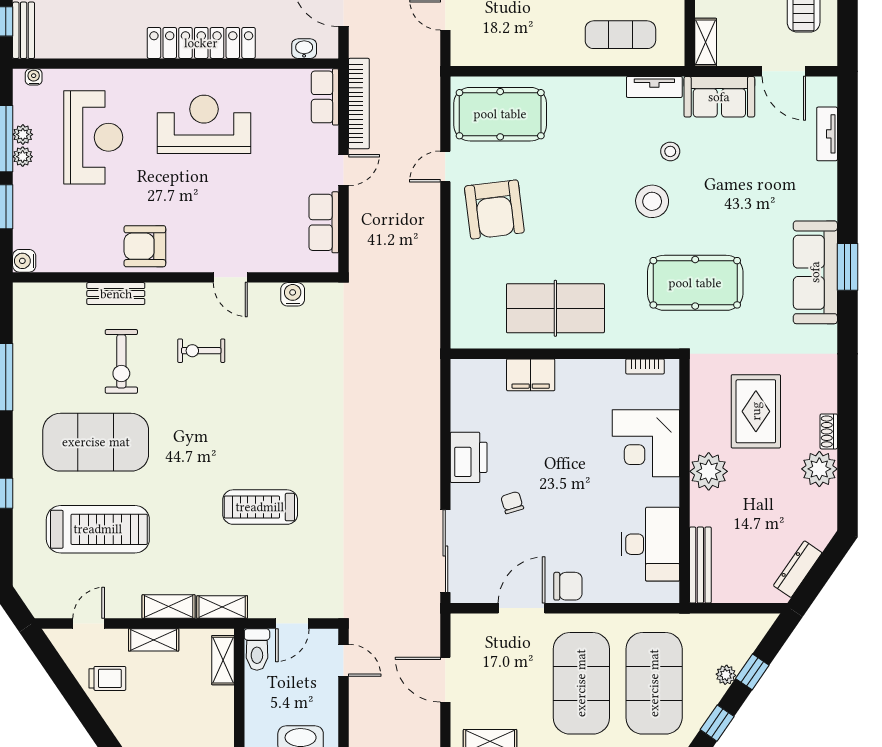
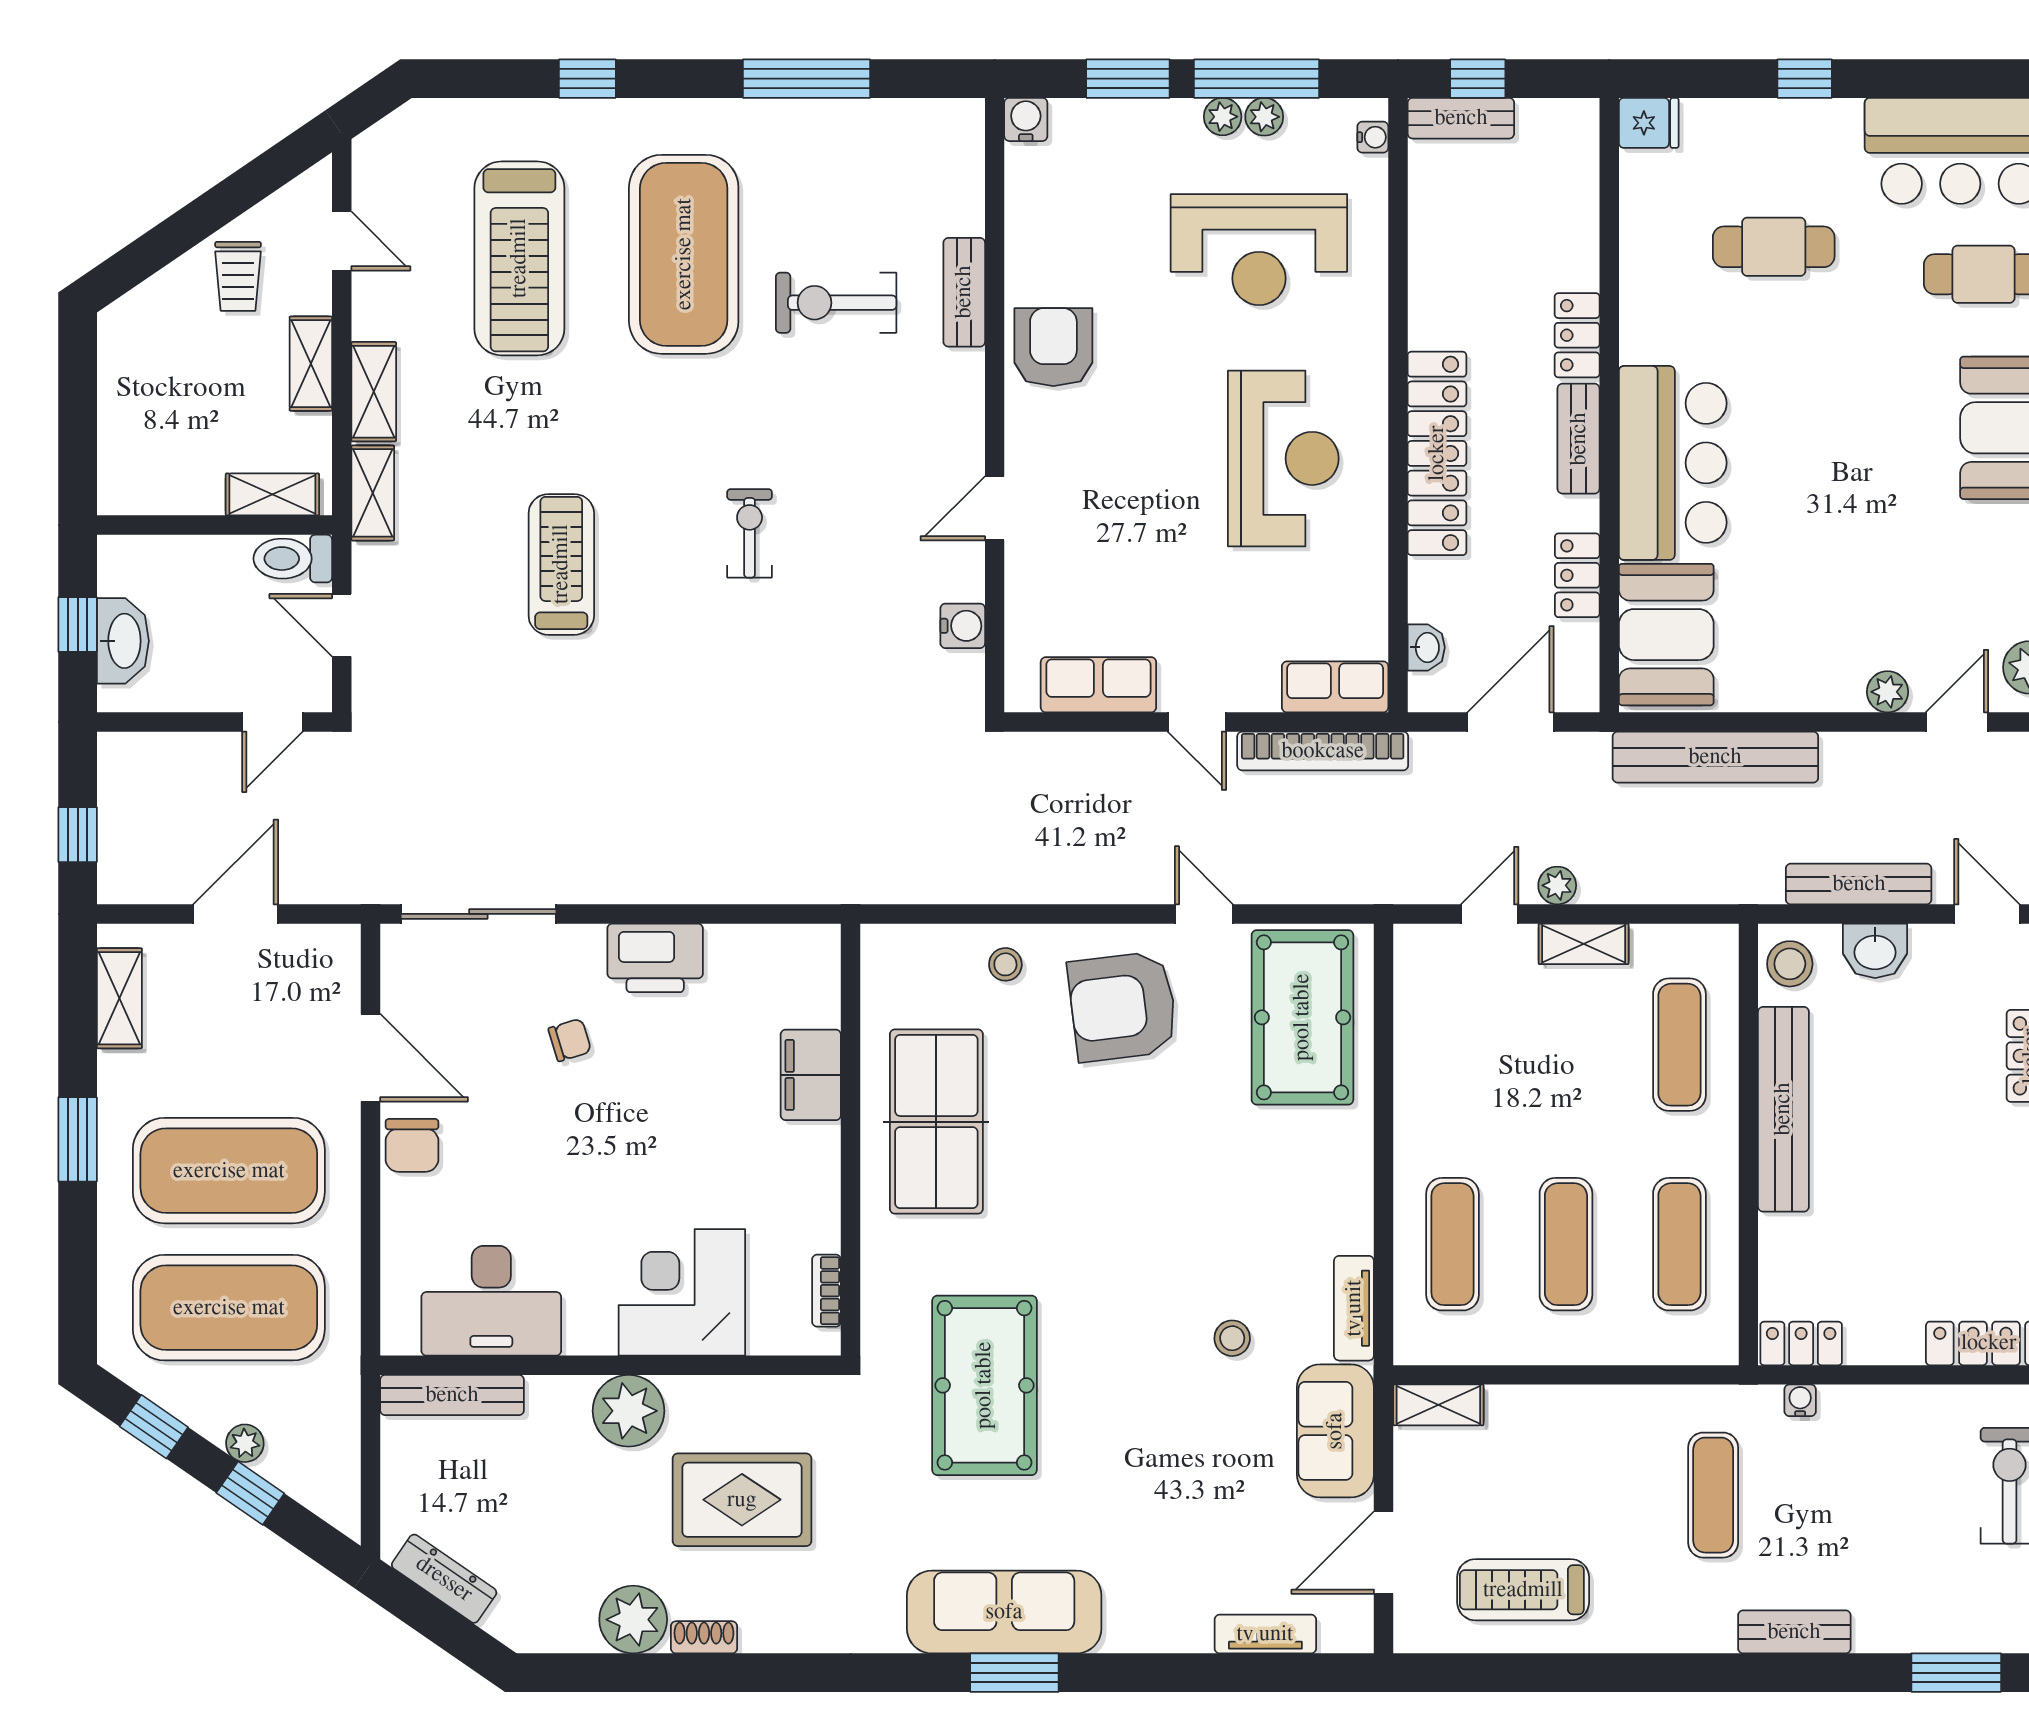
stool: (652, 201) -> (1005, 964), moved, width x0.53, depth x0.53
exercise bike: (201, 351) -> (750, 533), moved

